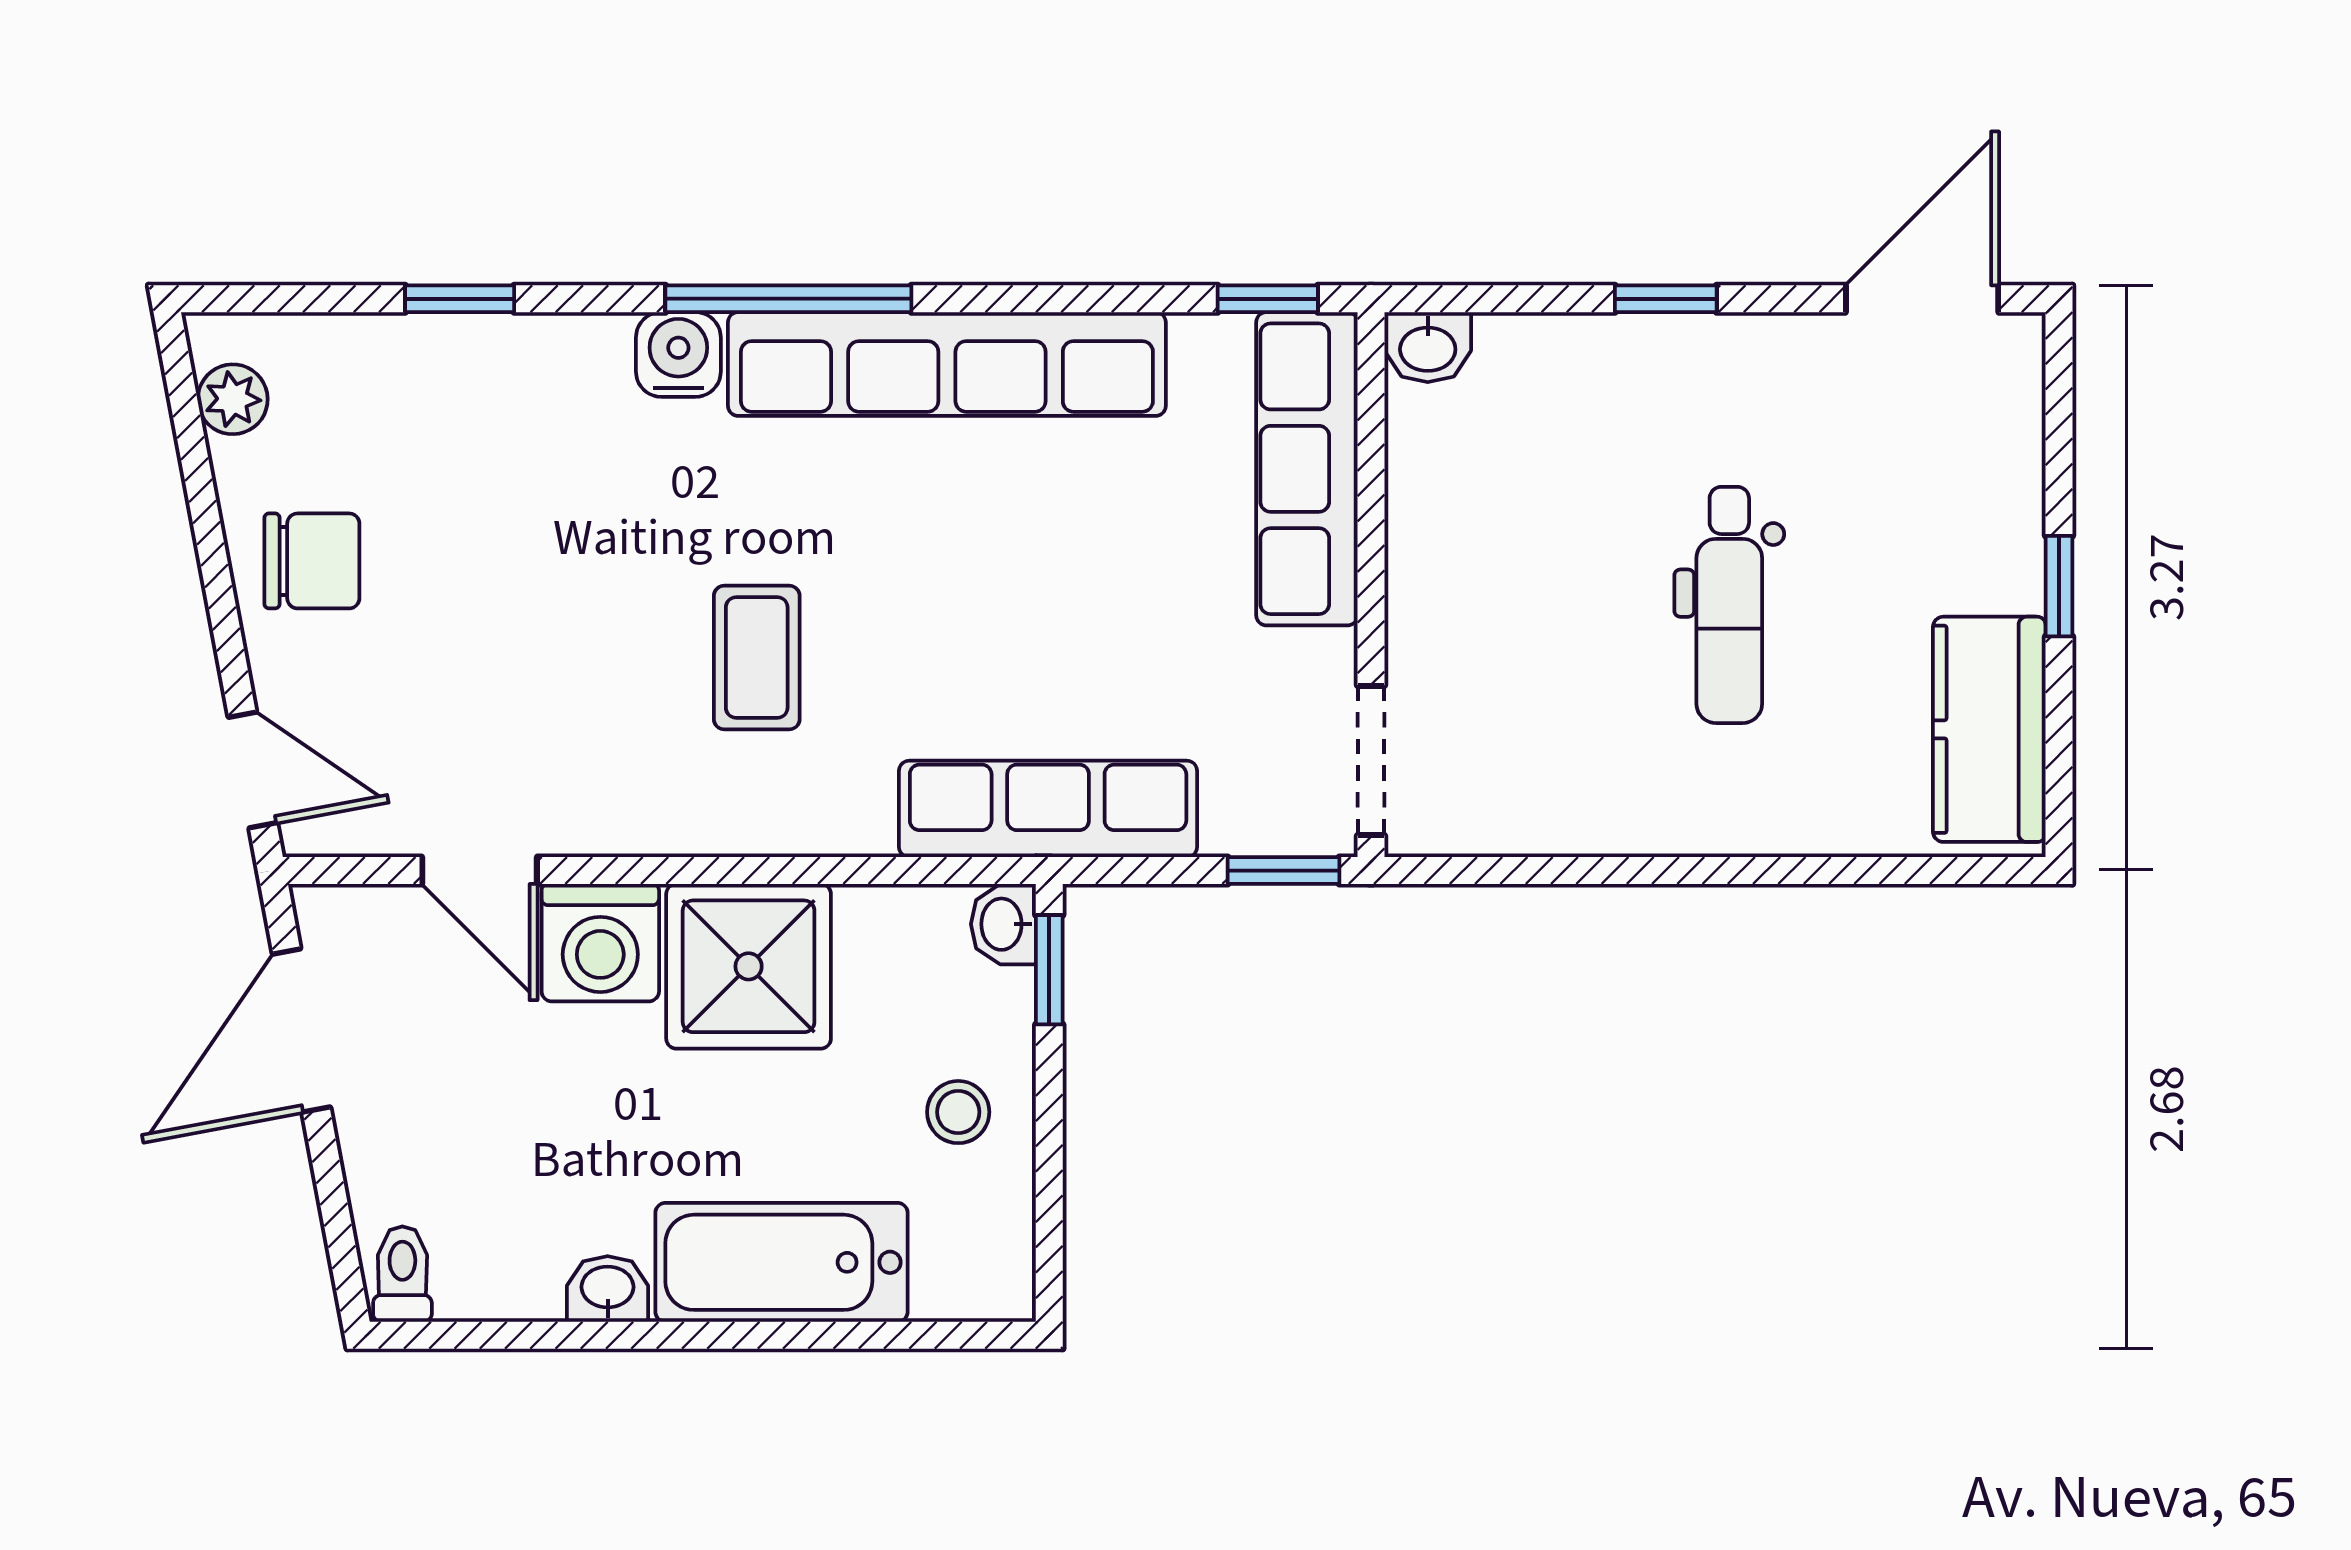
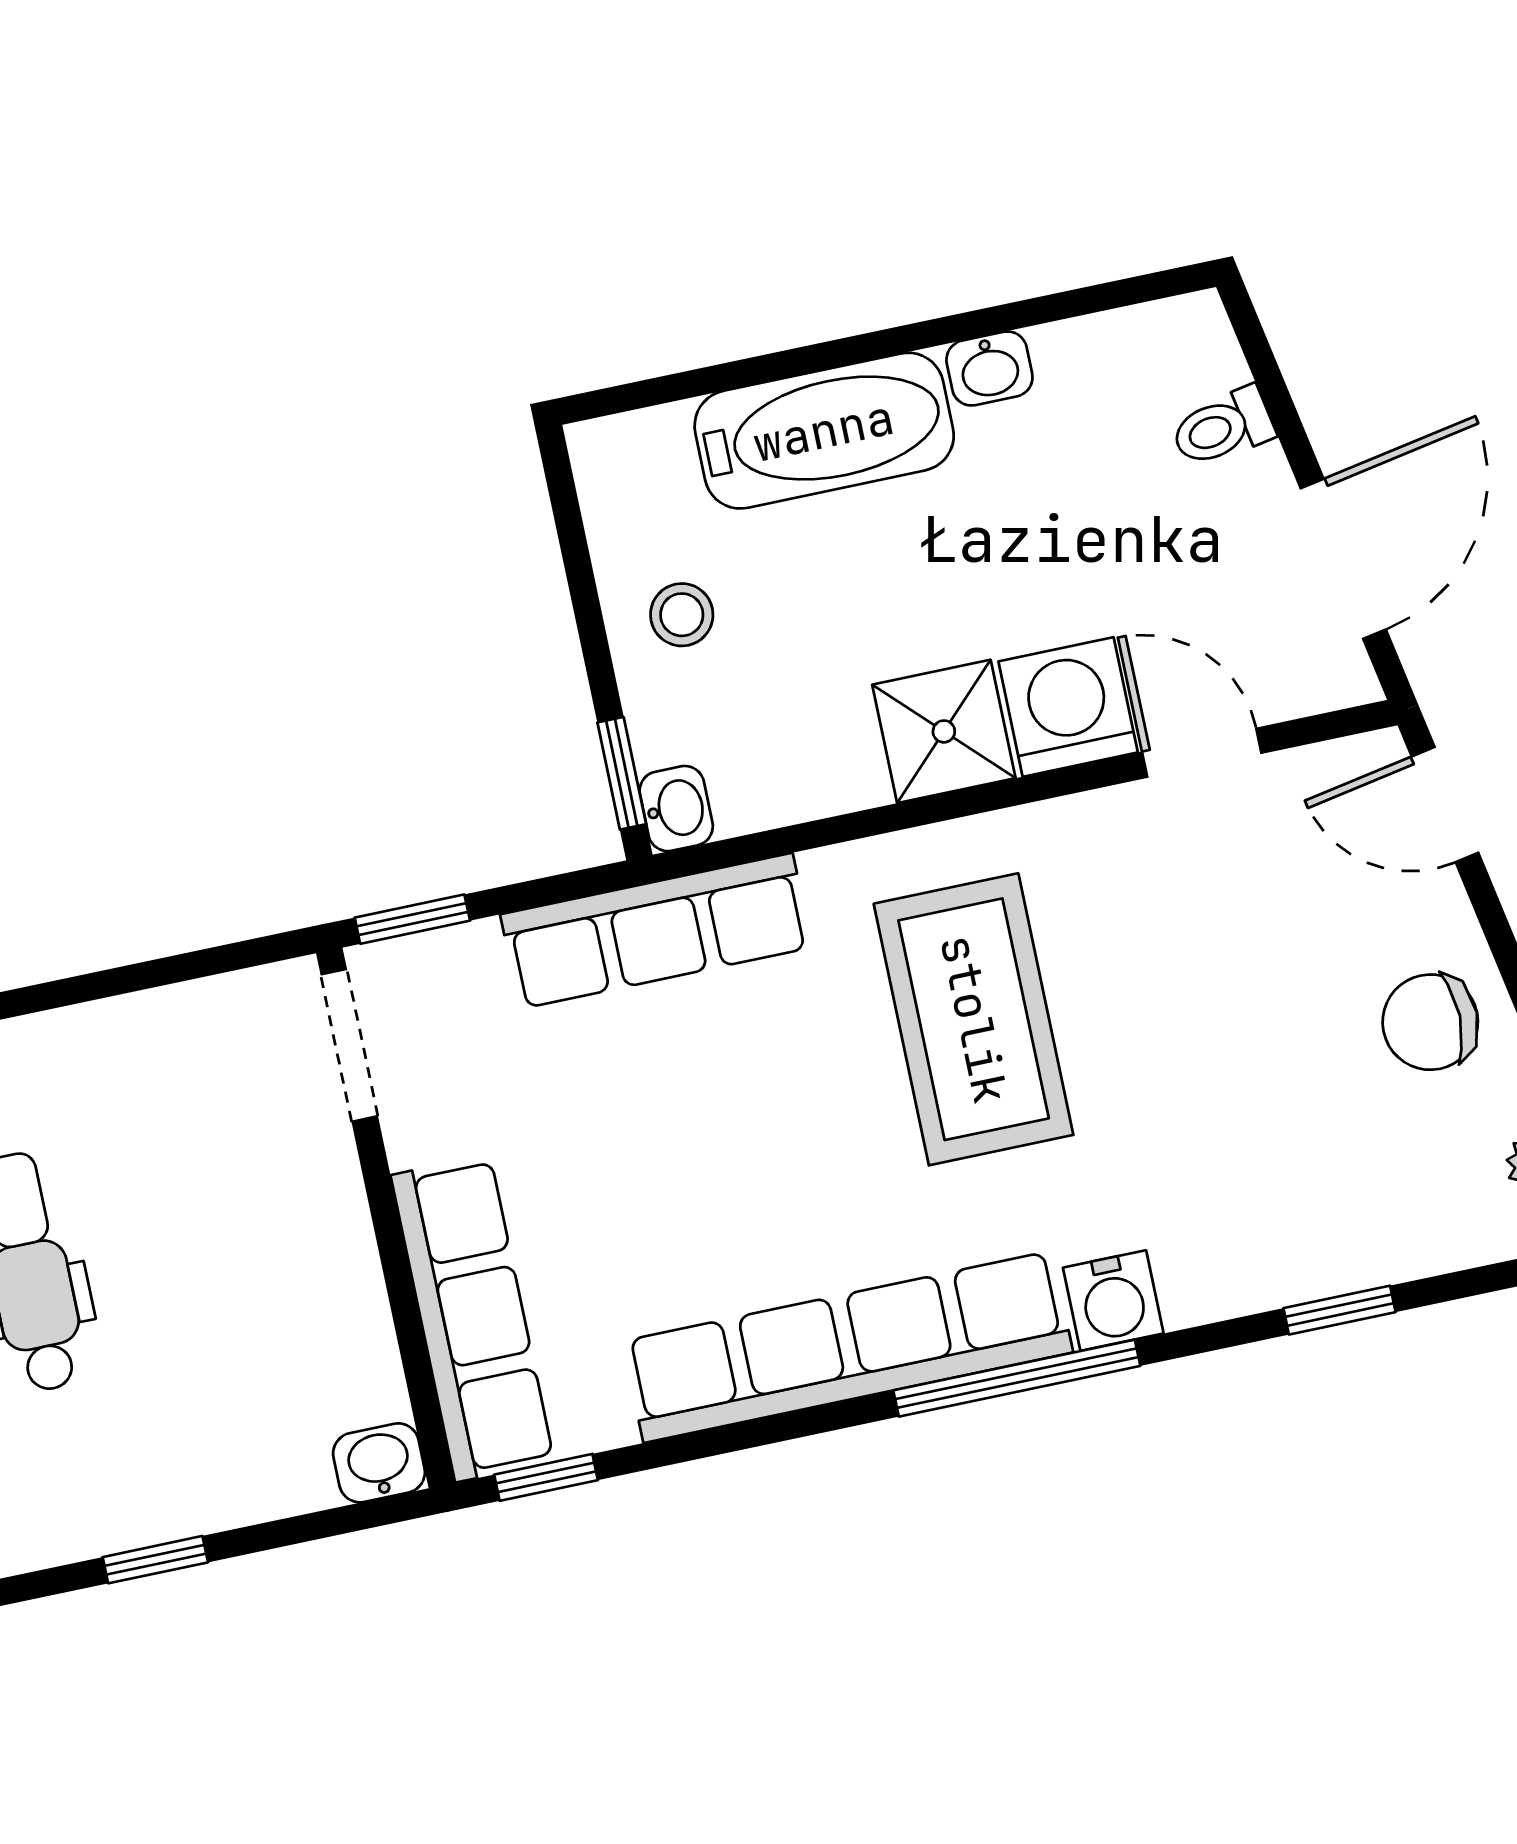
coffee table: (757, 658) -> (974, 1019), width x1.86, depth x1.72
shower: (749, 966) -> (944, 731), width x0.73, depth x0.73
toilet: (402, 1274) -> (1223, 427), moved, turned 79

